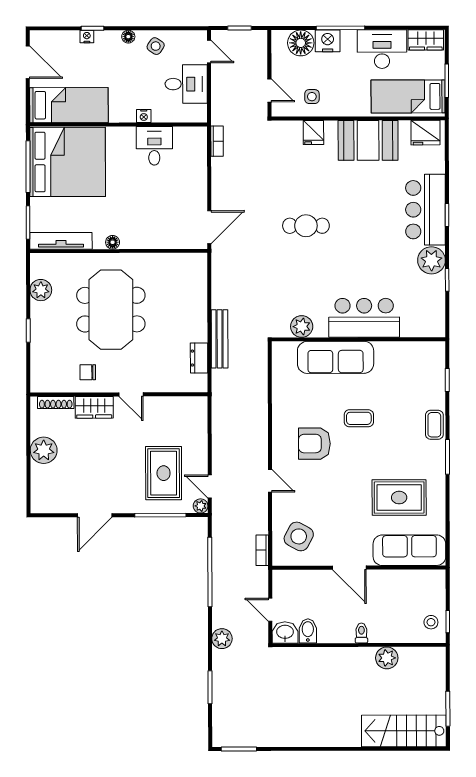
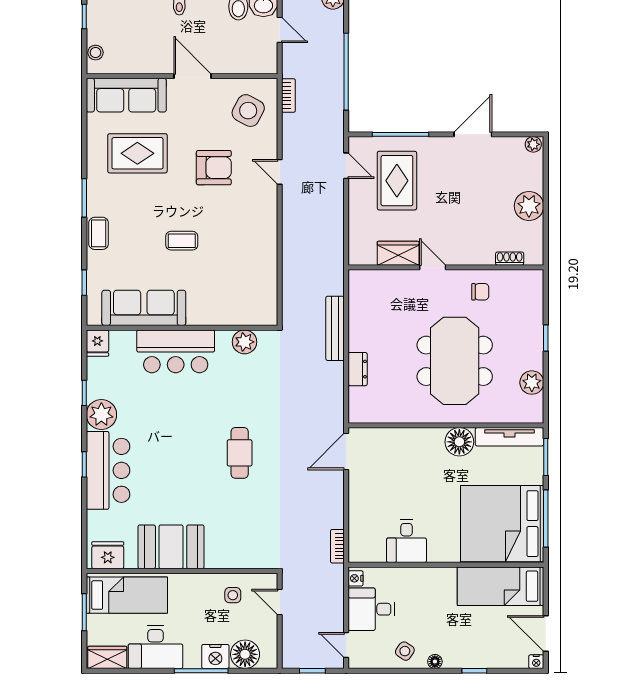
nightstand: (87, 37) -> (536, 662), moved
nightstand: (144, 116) -> (356, 578), moved, turned -90
fridge: (313, 132) -> (97, 343), moved, turned 180
cafe table: (306, 226) -> (240, 453), turned 90
floor lamp: (113, 242) -> (459, 442), width x1.89, depth x1.89
sofa: (336, 357) -> (144, 308), moved
dresser: (199, 358) -> (358, 369), moved
shoe rack: (56, 403) -> (510, 259), width x0.70
wardrobe: (94, 407) -> (398, 253), moved
armchair: (314, 444) -> (214, 168), moved
plant: (201, 506) -> (533, 144), moved
stool: (431, 622) -> (96, 53), moved

